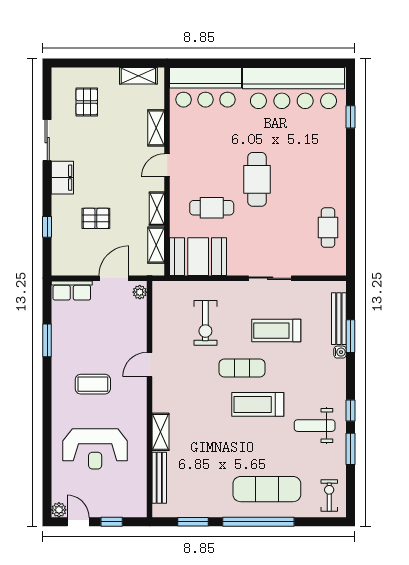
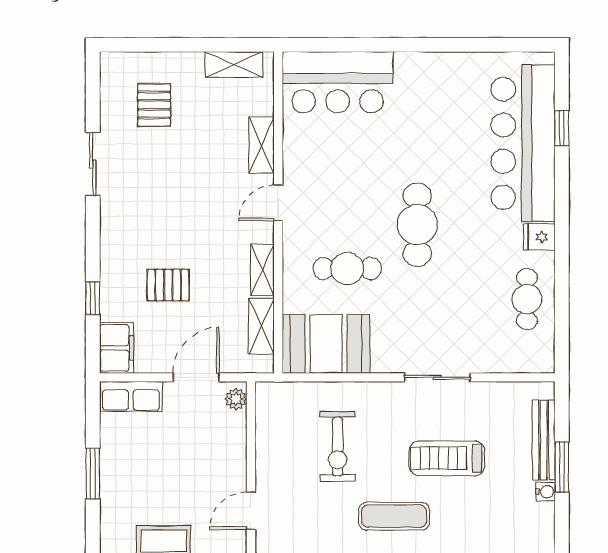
bar counter: (293, 88) -> (523, 143), moved, turned 90
filing cabinet: (62, 178) -> (117, 348), moved
fridge: (336, 187) -> (539, 237), added

